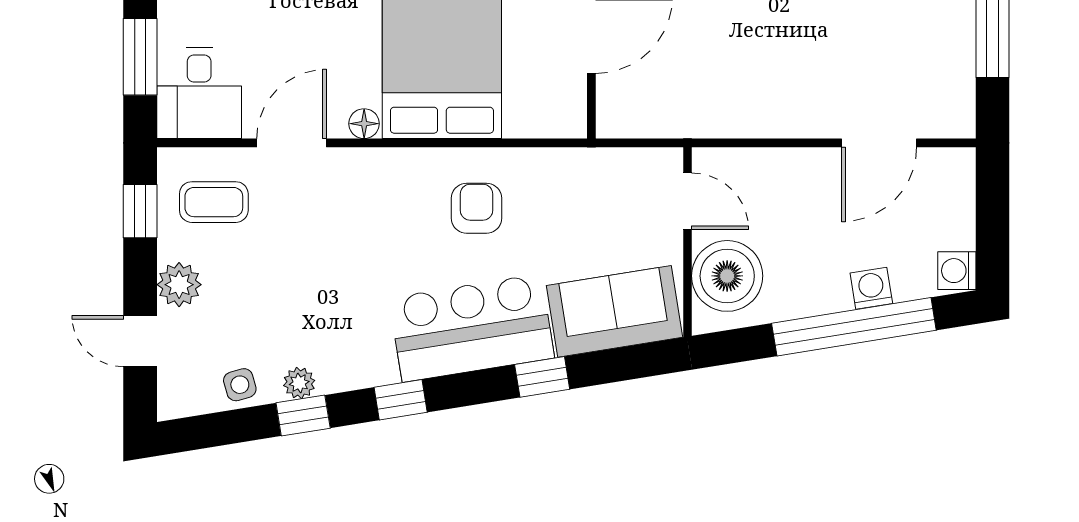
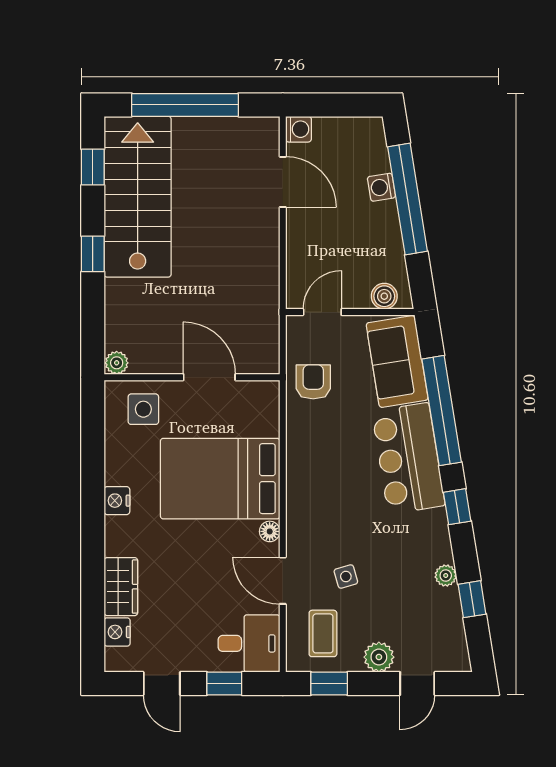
window: (140, 57) -> (224, 683), width x0.67
armchair: (476, 208) -> (313, 382), moved, turned 90
washing machine: (957, 271) -> (298, 129), moved, turned -90
boiler: (727, 276) -> (384, 296), width x0.54, depth x0.54
window: (542, 377) -> (442, 411), width x3.17
side table: (240, 385) -> (346, 577), moved
window: (303, 415) -> (472, 599), moved

